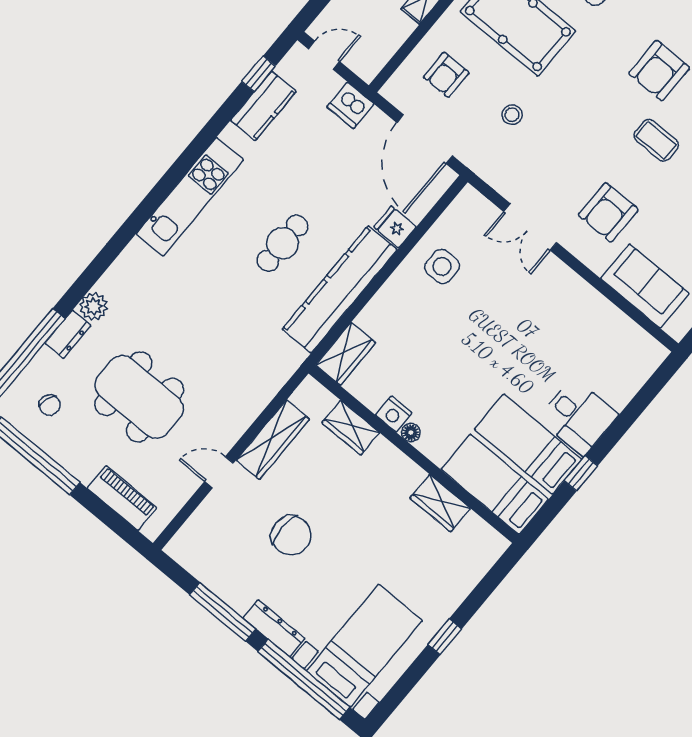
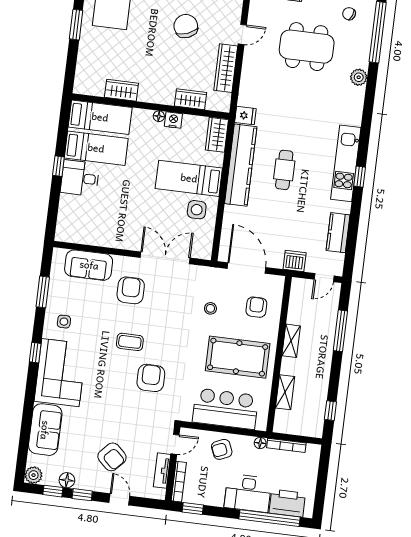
window: (259, 74) -> (360, 177), moved
fridge: (395, 227) -> (245, 116), moved
double door: (530, 227) -> (165, 258), width x1.37
bed: (425, 318) -> (189, 178), added
dresser: (68, 334) -> (363, 55), removed
window: (581, 473) -> (58, 166), moved
chair: (291, 535) -> (186, 26), turned 69
window: (445, 637) -> (76, 25), width x1.50

